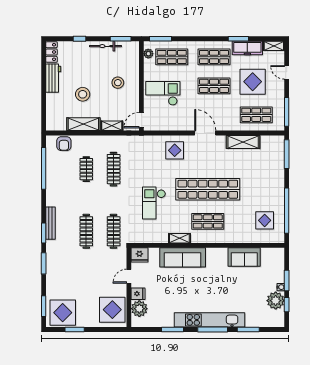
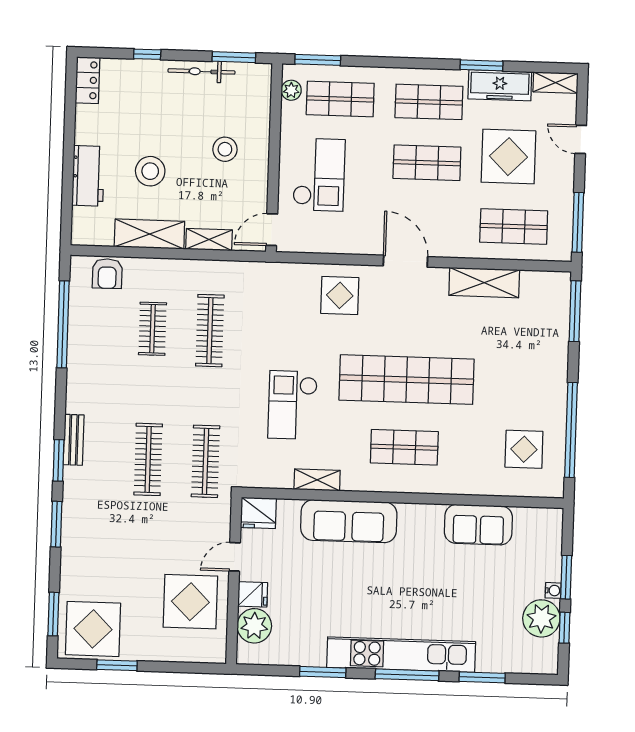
workbench: (53, 78) -> (88, 176), moved
checkout: (163, 93) -> (319, 175), turned 90
bench: (51, 223) -> (74, 440), width x0.73
shelving: (179, 238) -> (317, 480), moved
display table: (112, 310) -> (190, 602), moved

